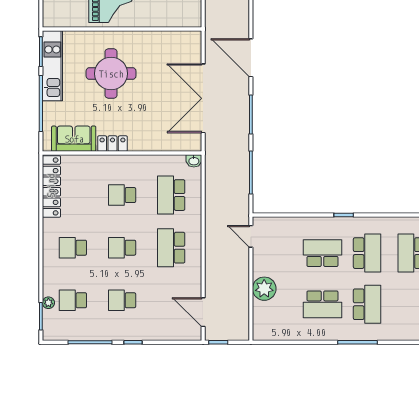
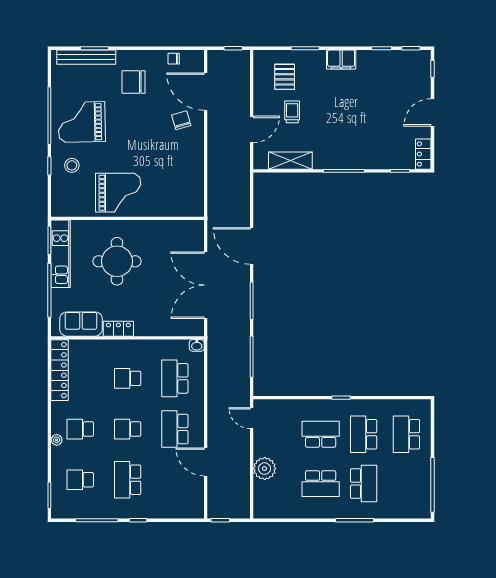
school desk: (367, 253) -> (364, 434), turned 180
school desk: (122, 300) -> (128, 480), width x1.85
plant: (48, 303) -> (57, 440), moved
door: (203, 312) -> (206, 462), moved

